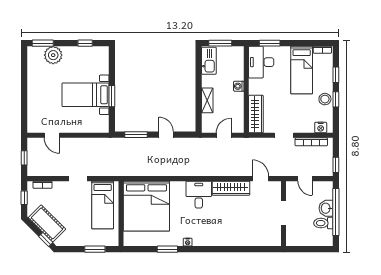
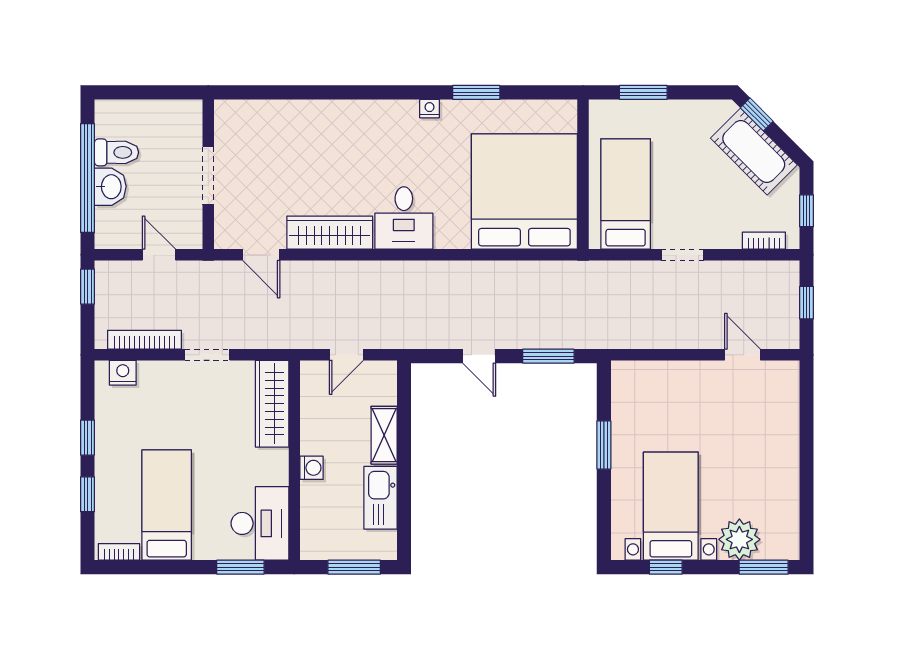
kitchen sink: (209, 61) -> (380, 498), moved
bed with nightstands: (86, 95) -> (671, 506), moved, turned -90
stool: (325, 99) -> (113, 438), removed

